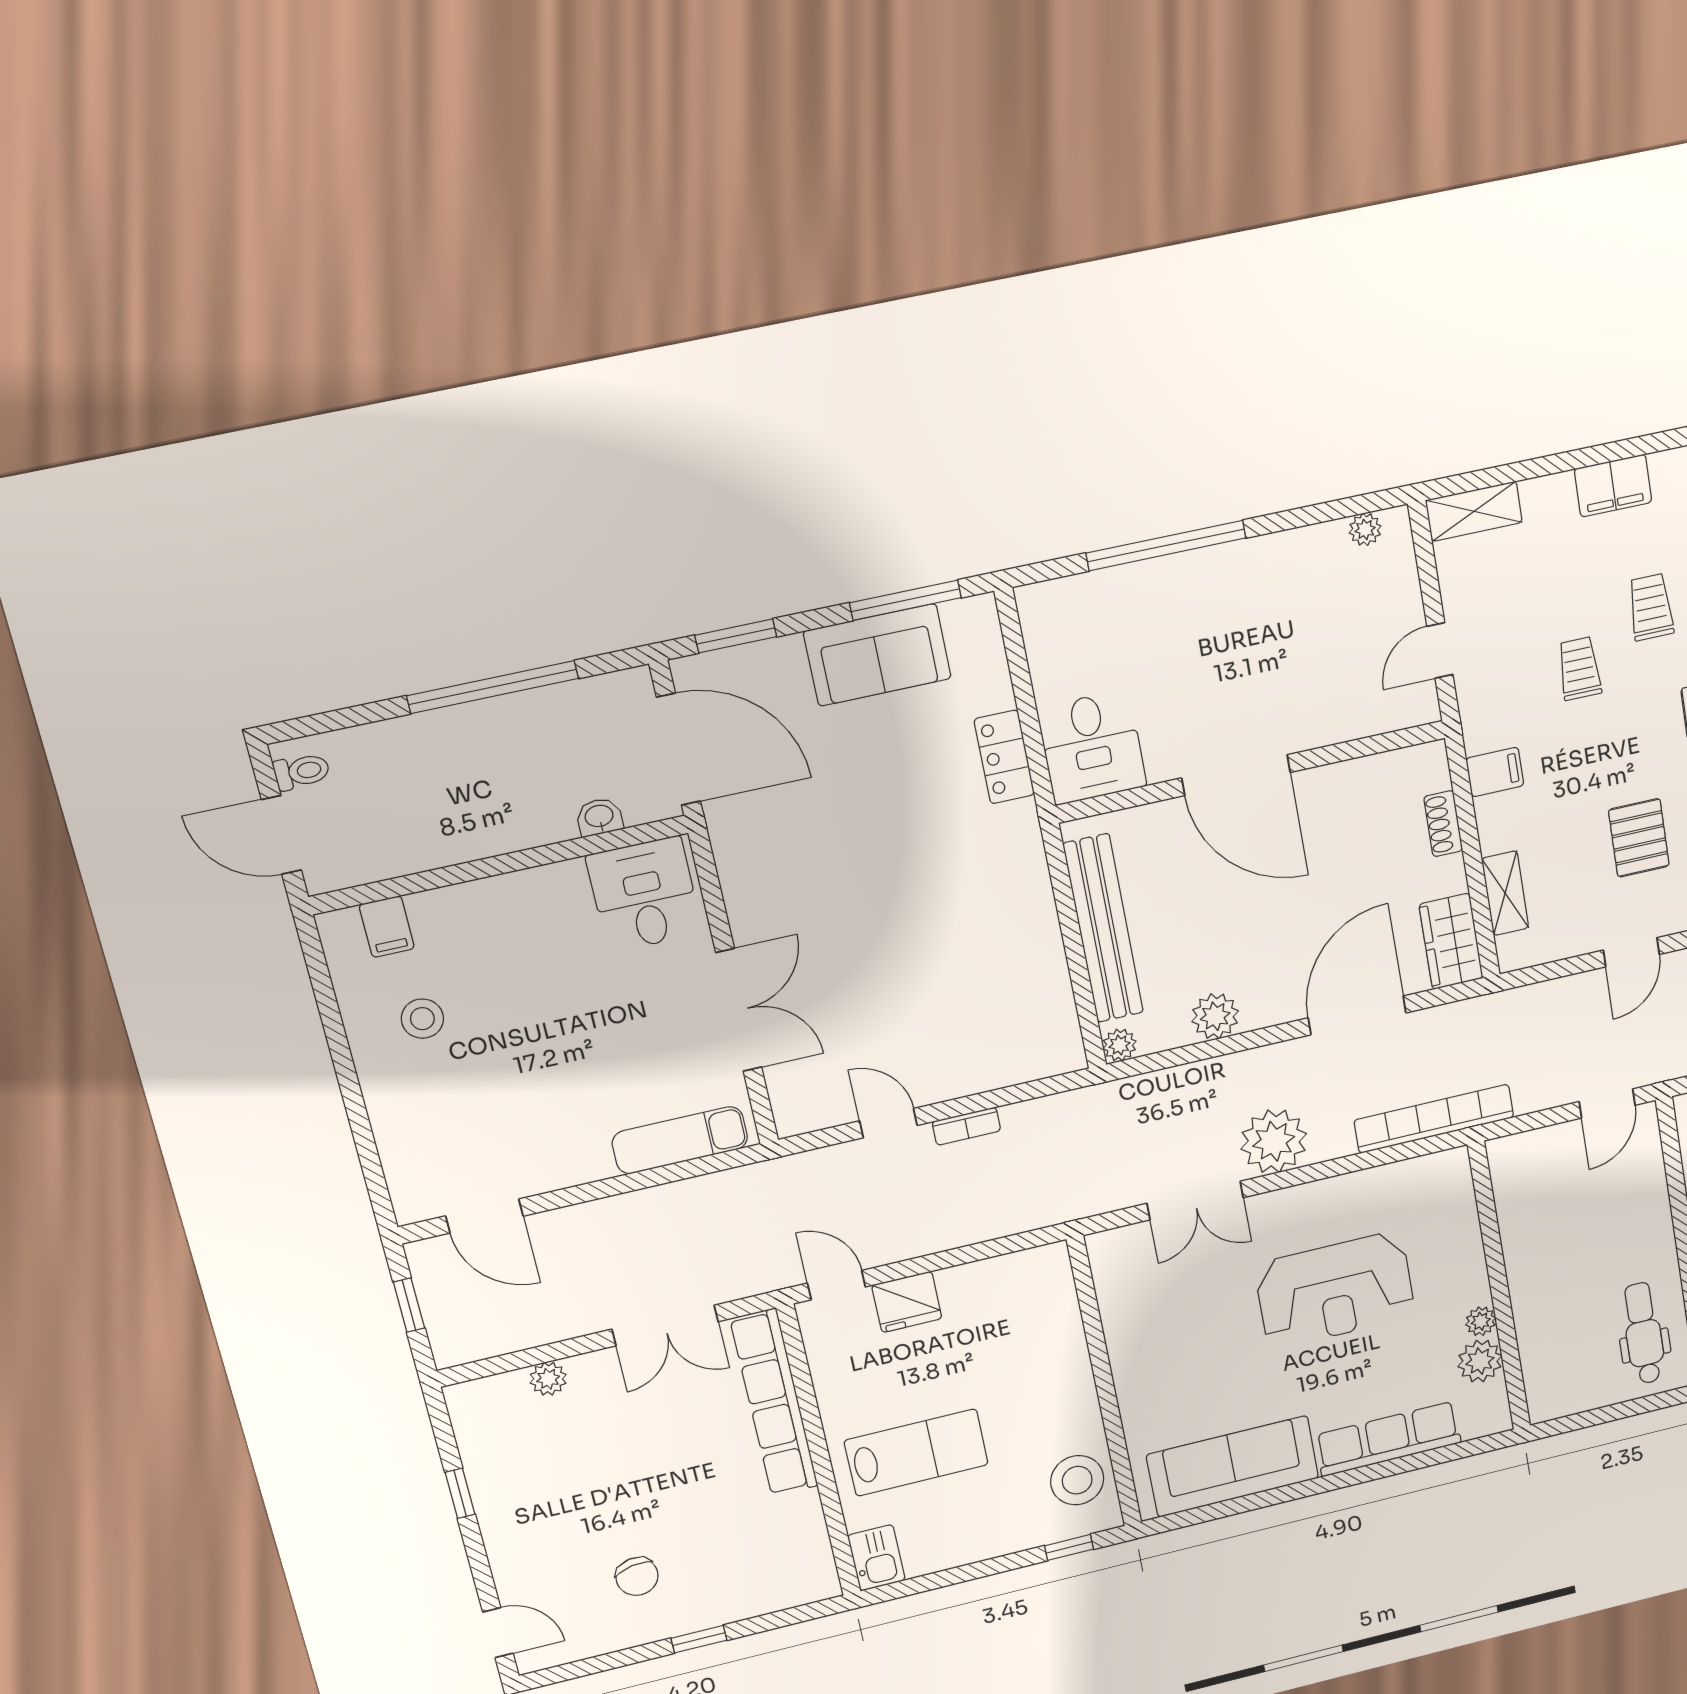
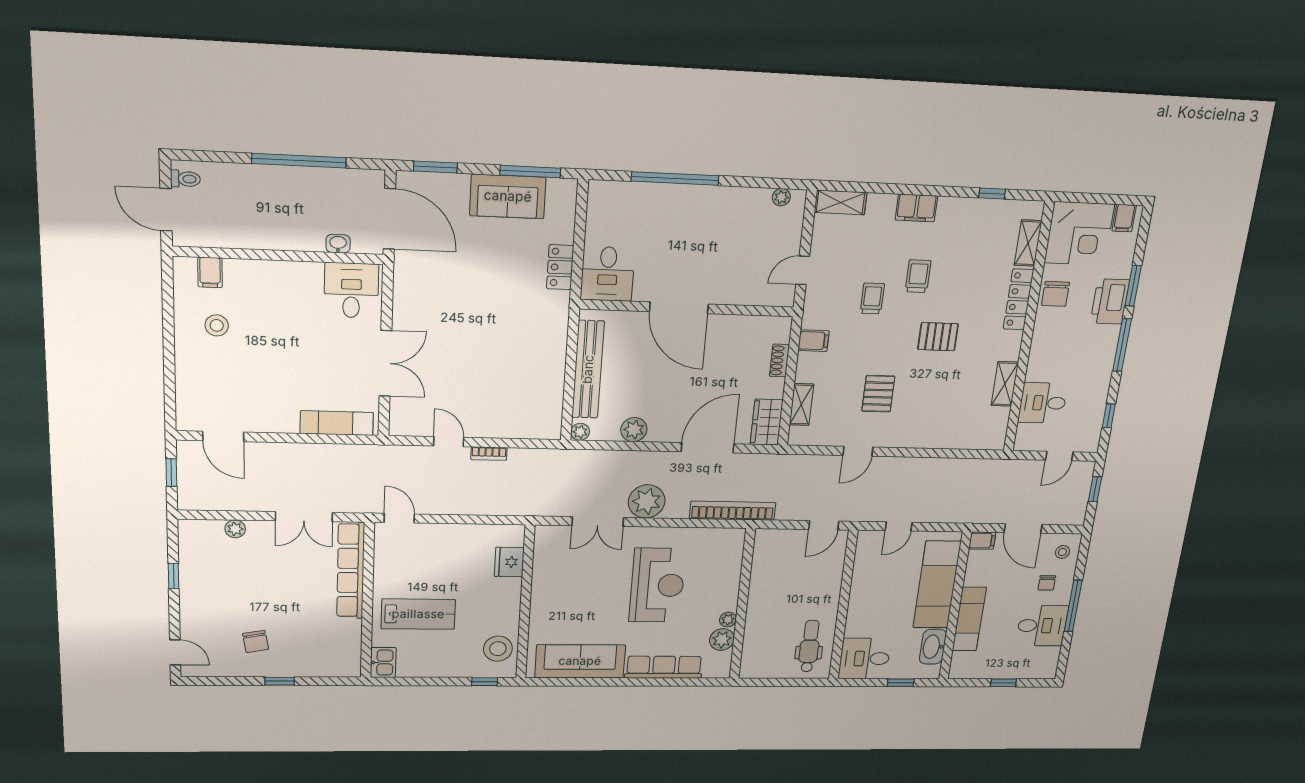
reception desk: (1335, 1290) -> (657, 585), turned -90
fridge: (907, 1302) -> (509, 562), moved, turned 90

